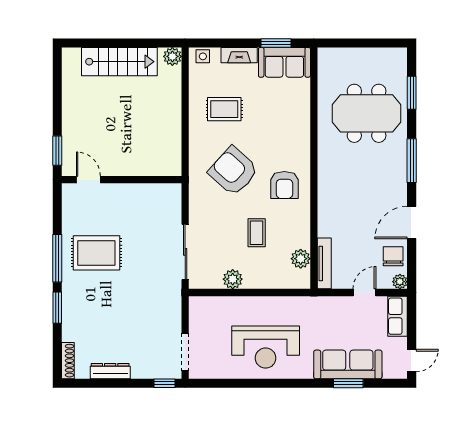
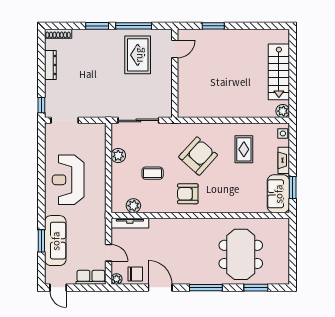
door: (88, 180) -> (175, 49), moved
wall: (122, 180) -> (175, 73), moved

